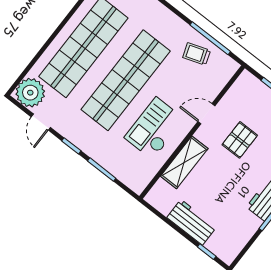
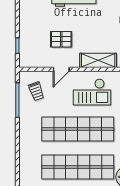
trolley: (197, 54) -> (36, 91), moved
door: (206, 114) -> (61, 69), hinge flipped

